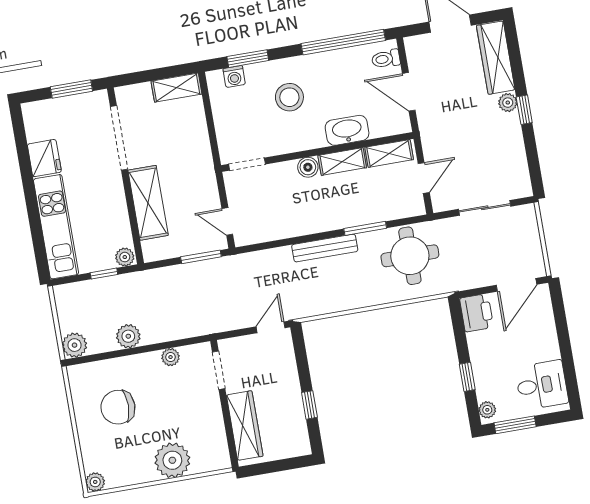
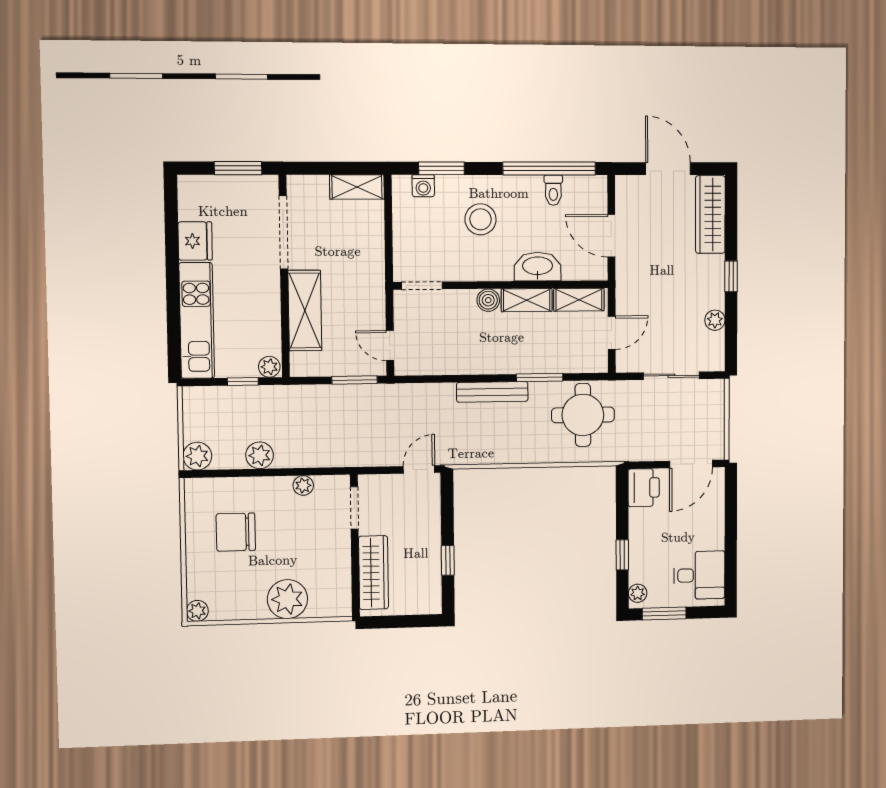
toilet: (386, 59) -> (553, 190), moved, turned -90
plant: (508, 103) -> (715, 320), moved

